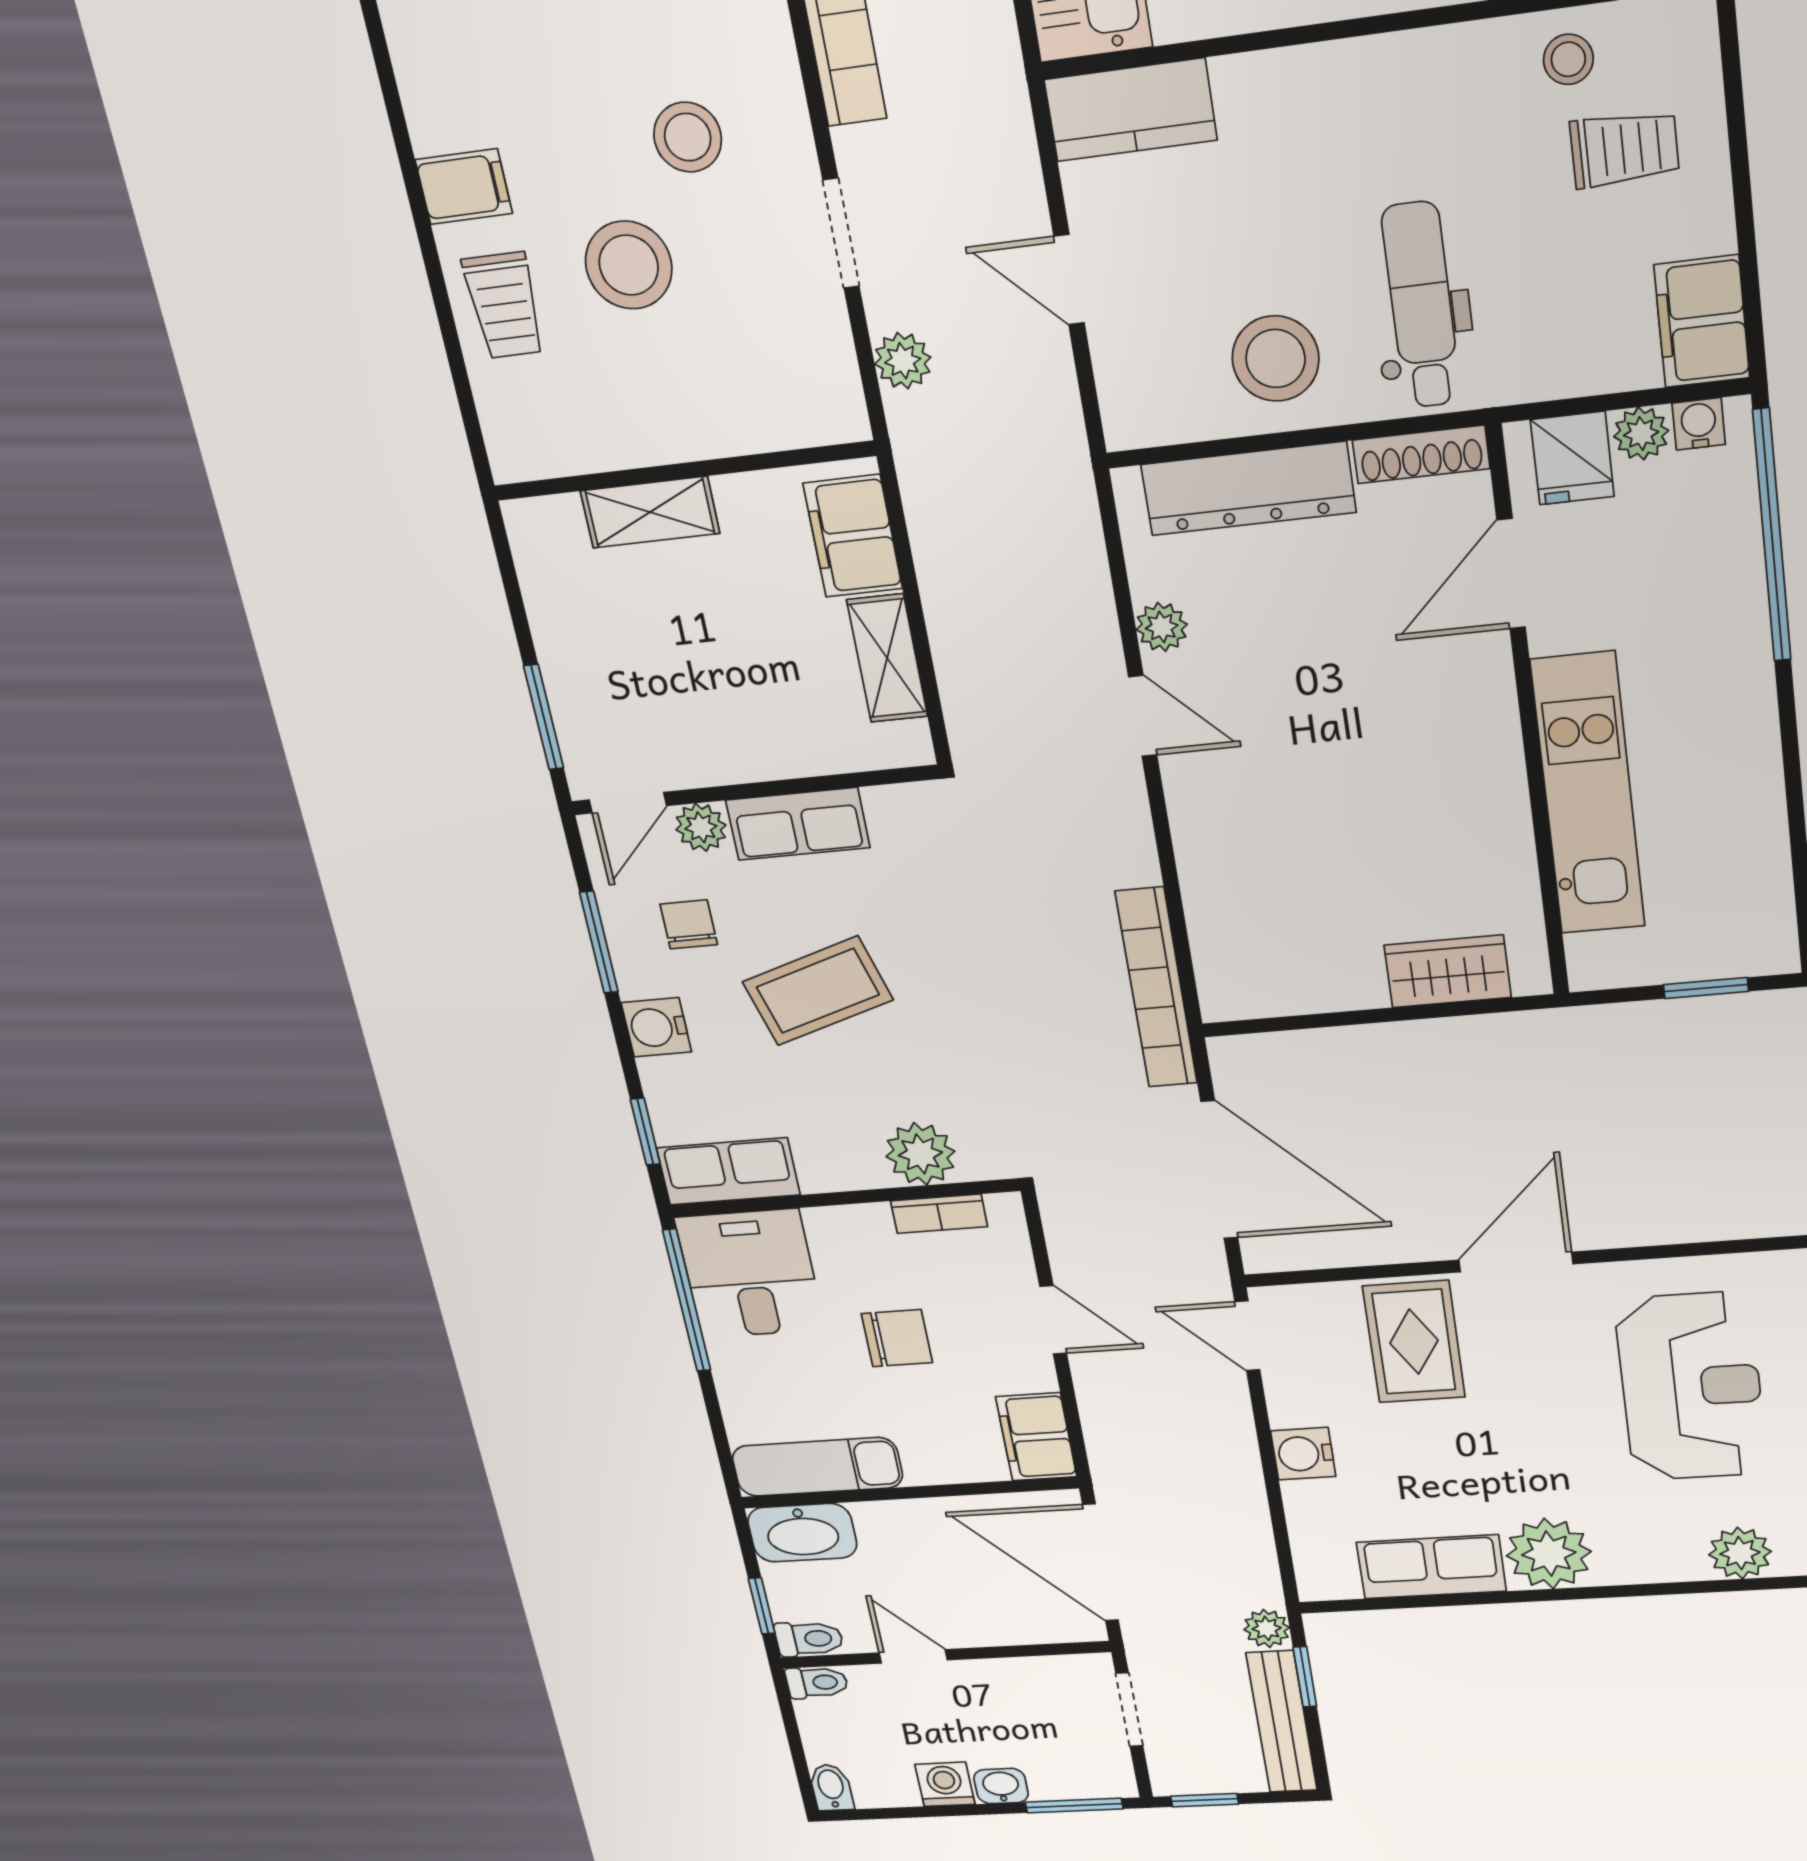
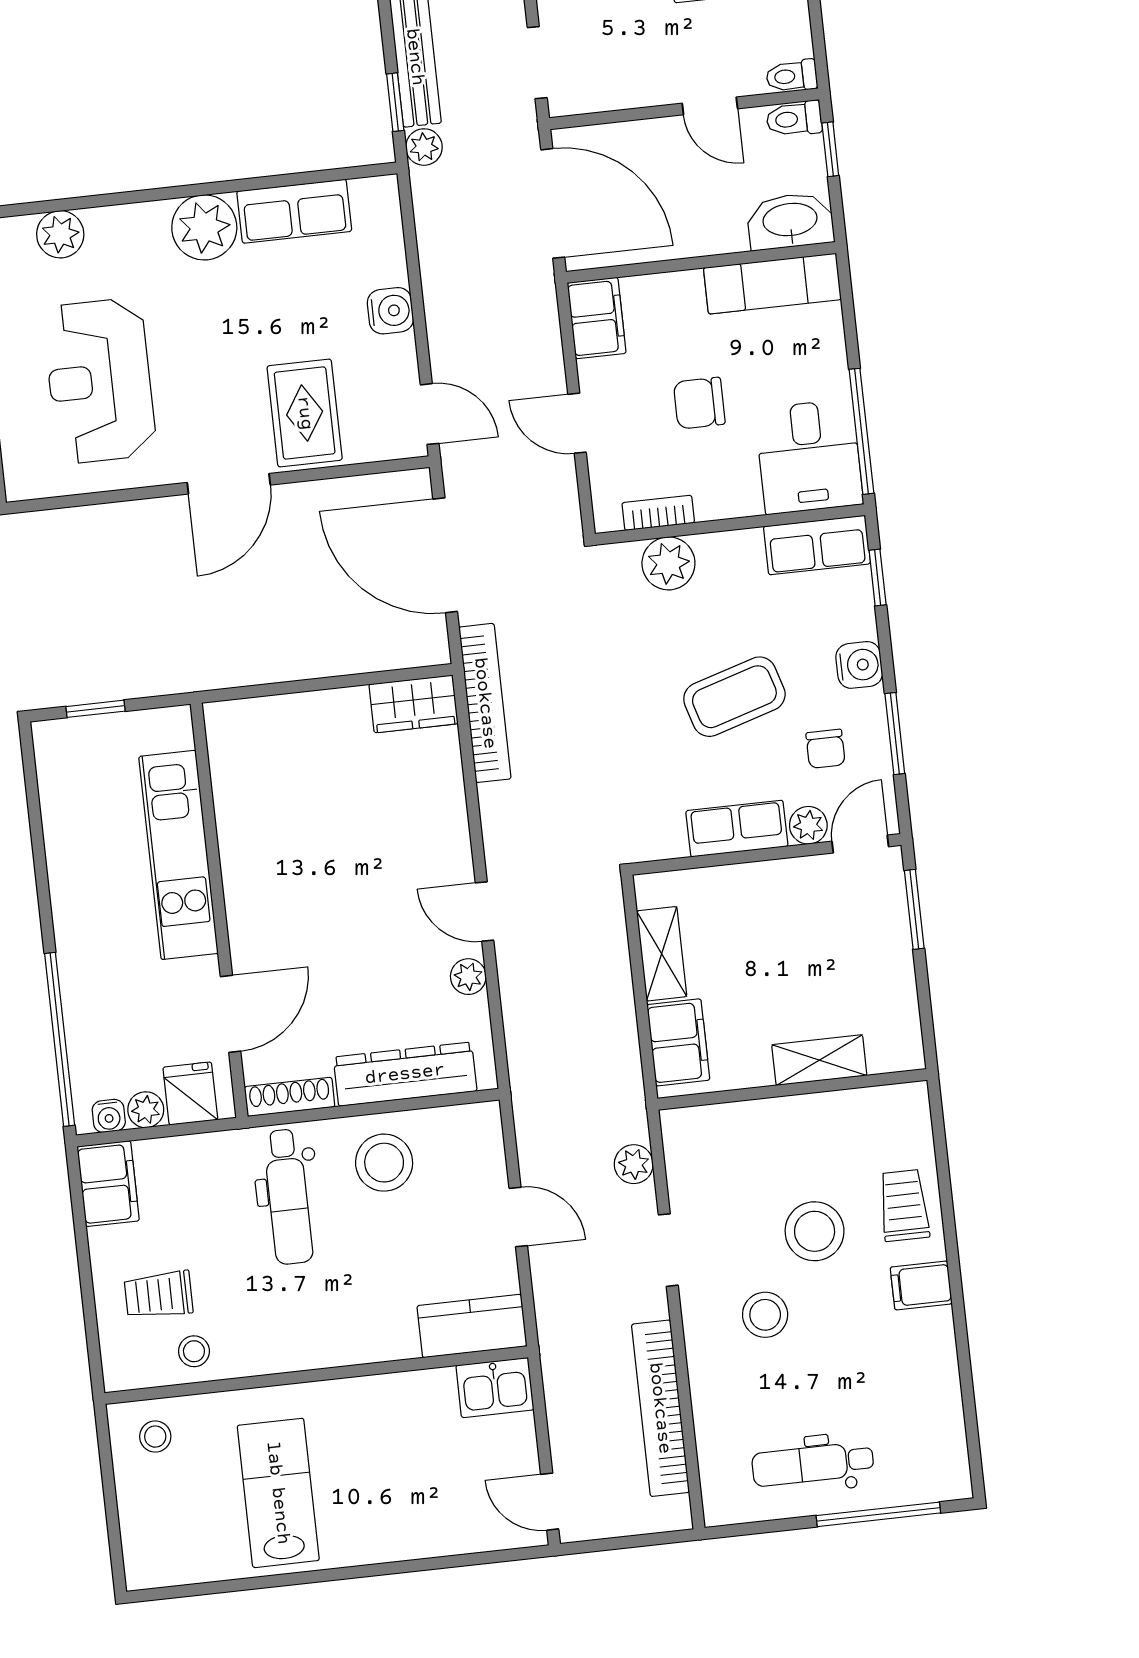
wardrobe: (1448, 971) -> (414, 704), moved

